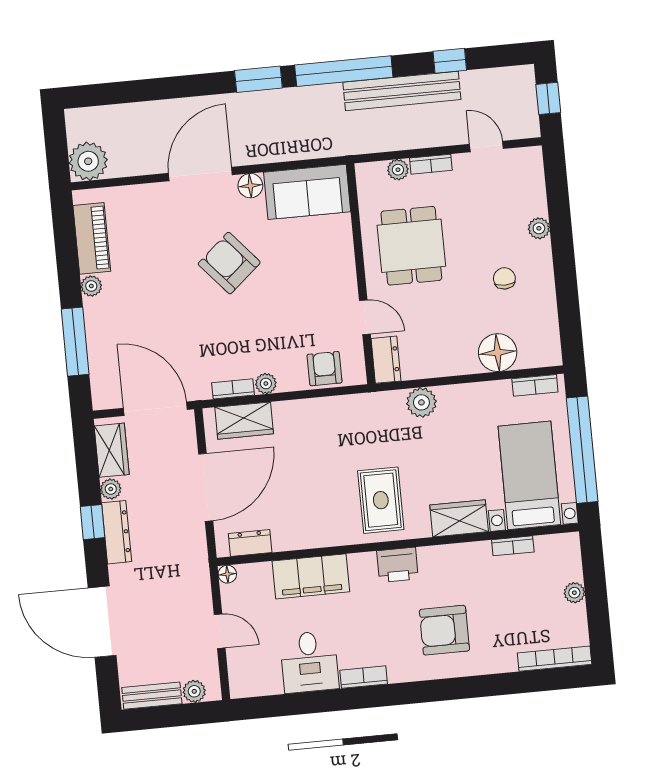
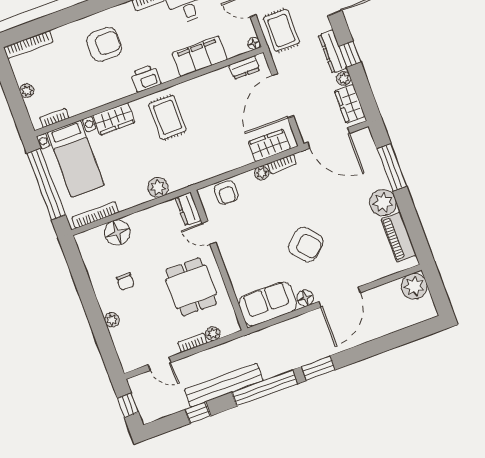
plant: (91, 286) -> (383, 203), width x1.87, depth x1.87
bookcase: (535, 385) -> (95, 215), width x1.56
bookcase: (513, 546) -> (54, 118), moved
rug: (183, 582) -> (281, 30), added

